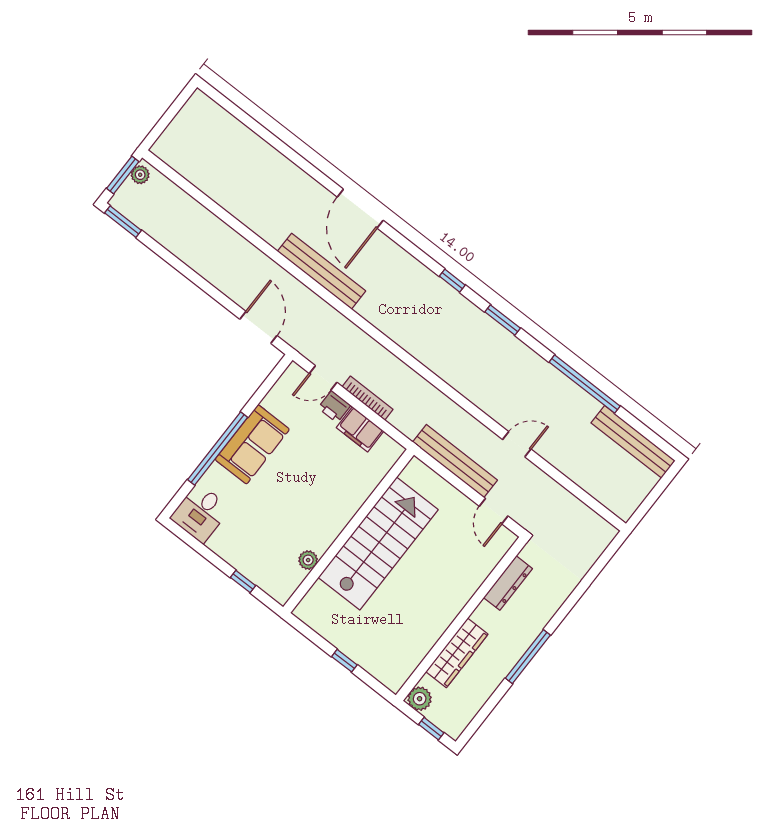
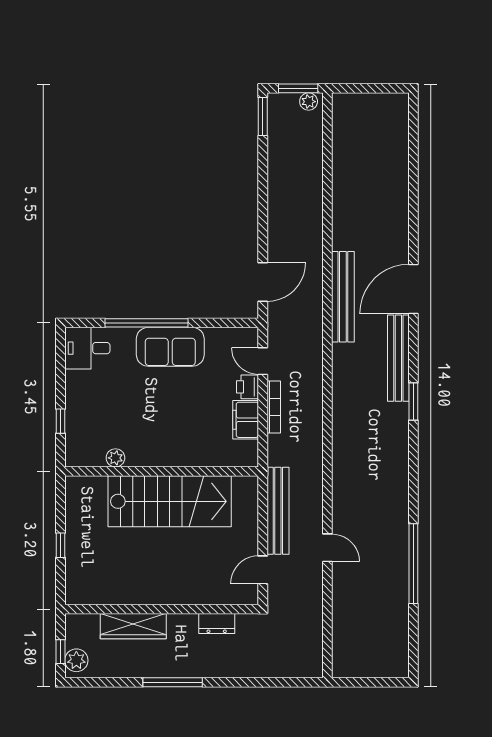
window: (452, 281) -> (413, 402), width x1.50
window: (503, 320) -> (413, 463), removed
bench: (633, 442) -> (398, 358), moved
dresser: (508, 583) -> (217, 623), width x0.70
plant: (420, 699) -> (76, 660), moved

